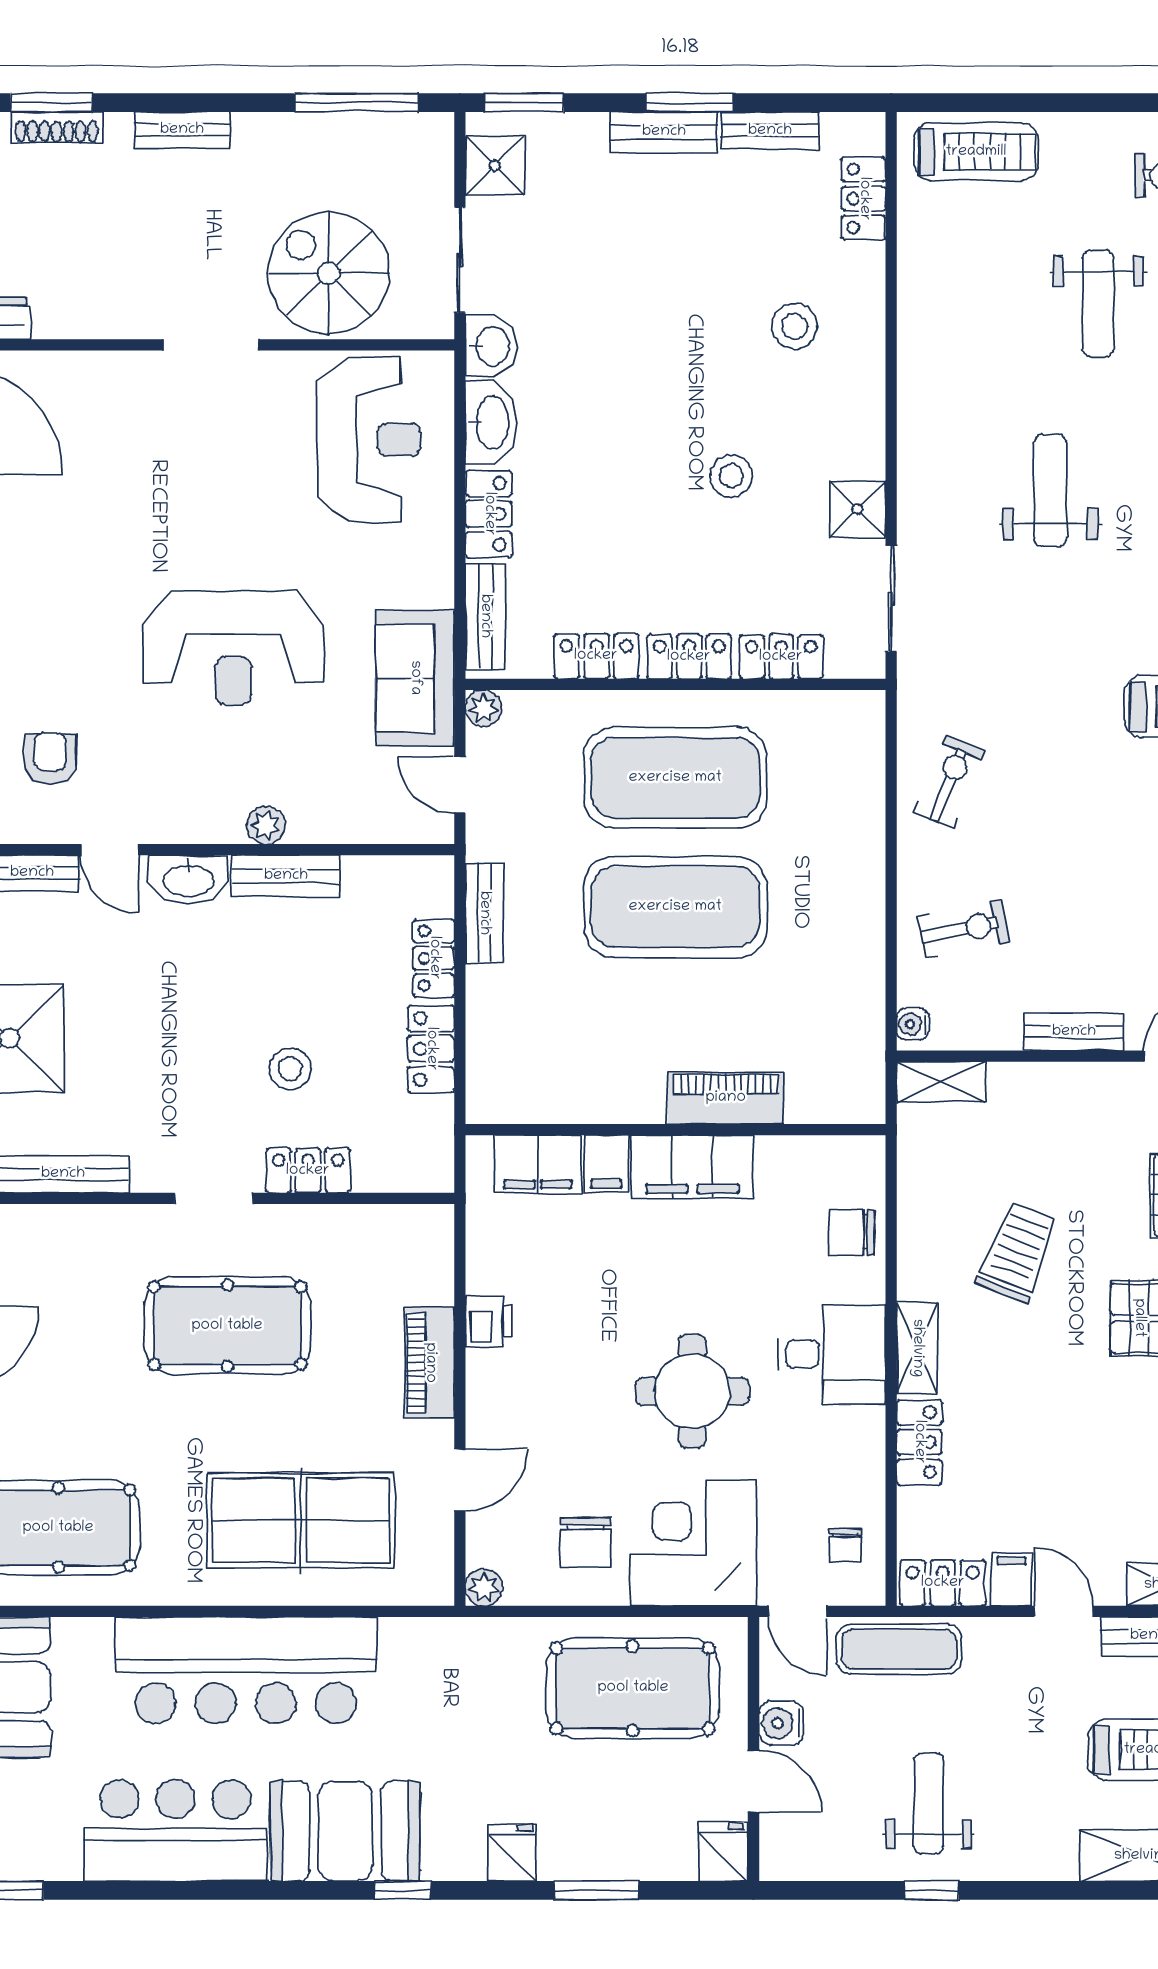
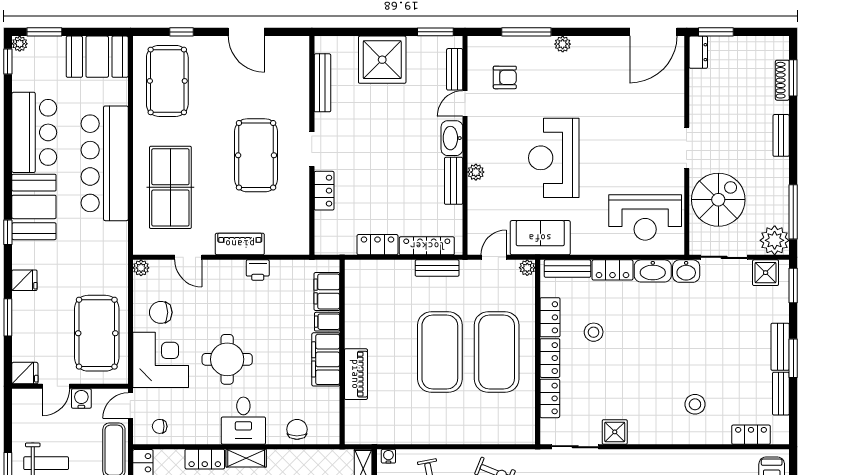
plant: (421, 145) -> (775, 240), added
stool: (731, 476) -> (594, 332), moved
locker: (434, 958) -> (427, 246), width x1.53
stool: (290, 1069) -> (369, 183), removed

